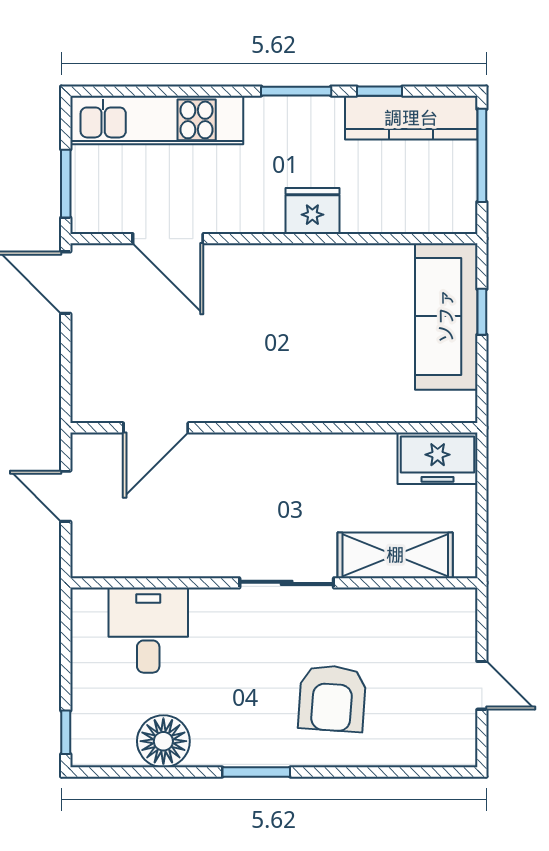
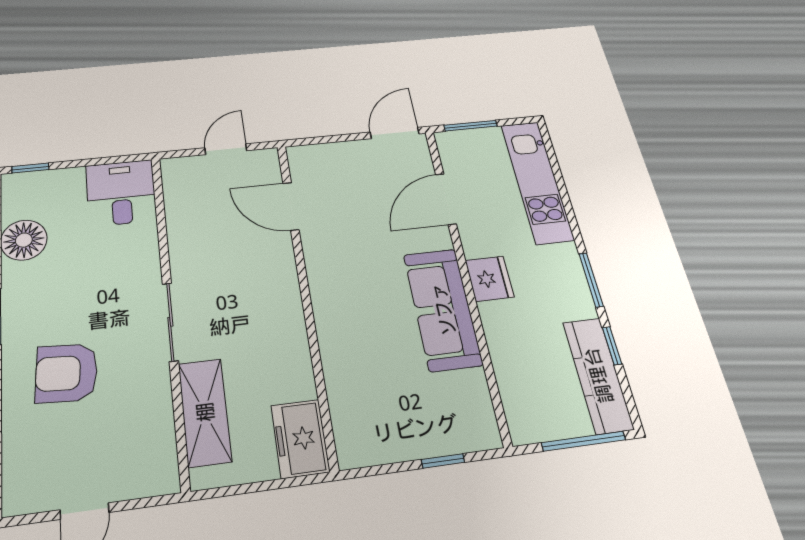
fridge: (312, 211) -> (490, 279), moved
sofa: (446, 316) -> (443, 309), moved, turned -90
desk: (148, 630) -> (121, 193), moved, turned -90

